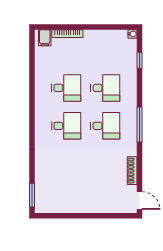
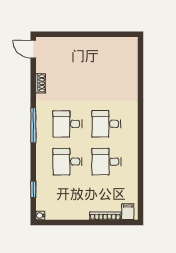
shoe rack: (132, 171) -> (41, 83), width x0.70
window: (32, 195) -> (140, 55), removed

